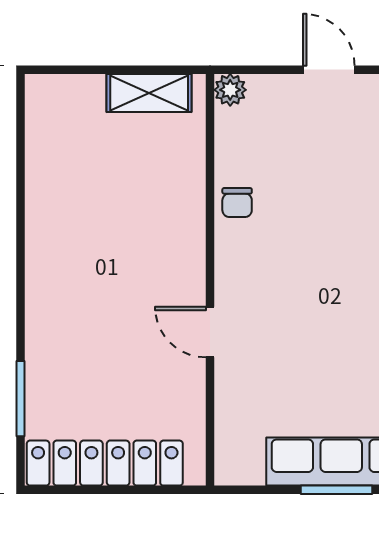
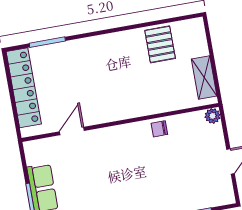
pallet: (66, 171) -> (160, 44), added
door: (210, 332) -> (72, 131), moved

